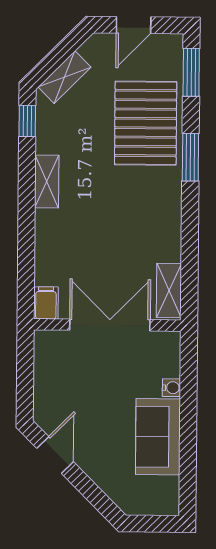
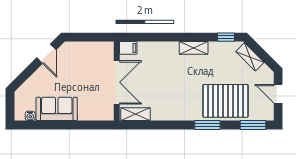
water cooler: (171, 388) -> (30, 116), moved
door: (55, 455) -> (46, 54), hinge flipped

